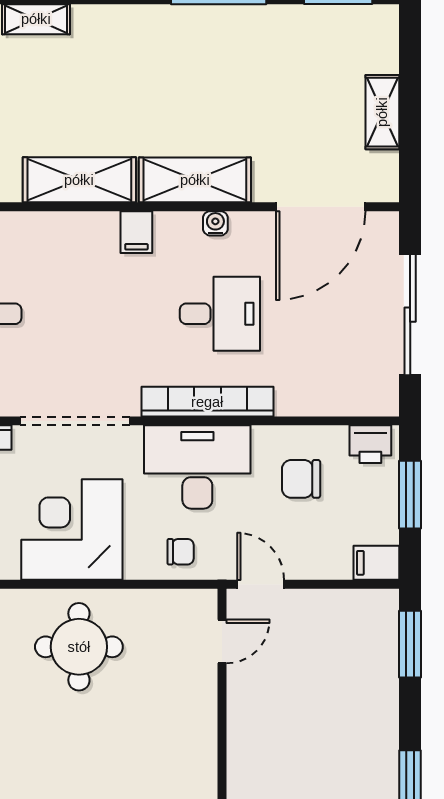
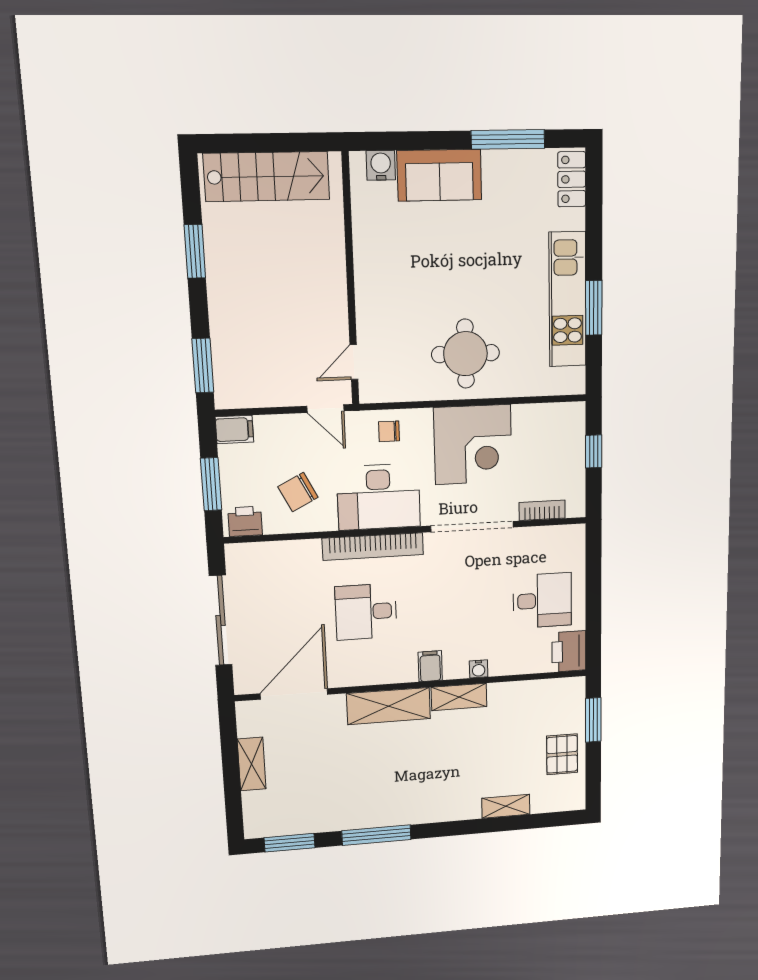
shelving: (79, 180) -> (459, 697), width x0.67, depth x0.75
water cooler: (215, 223) -> (479, 669), moved
chair: (301, 479) -> (298, 492), turned 153

